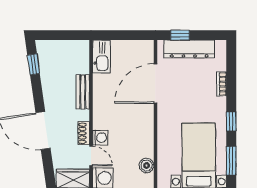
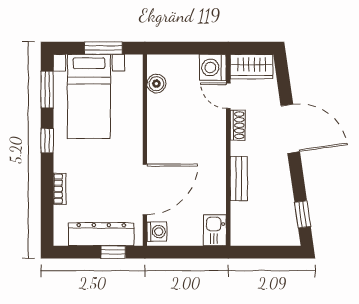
kitchen sink: (101, 56) -> (215, 230), width x0.73
washing machine: (100, 138) -> (157, 232), moved, turned 180

